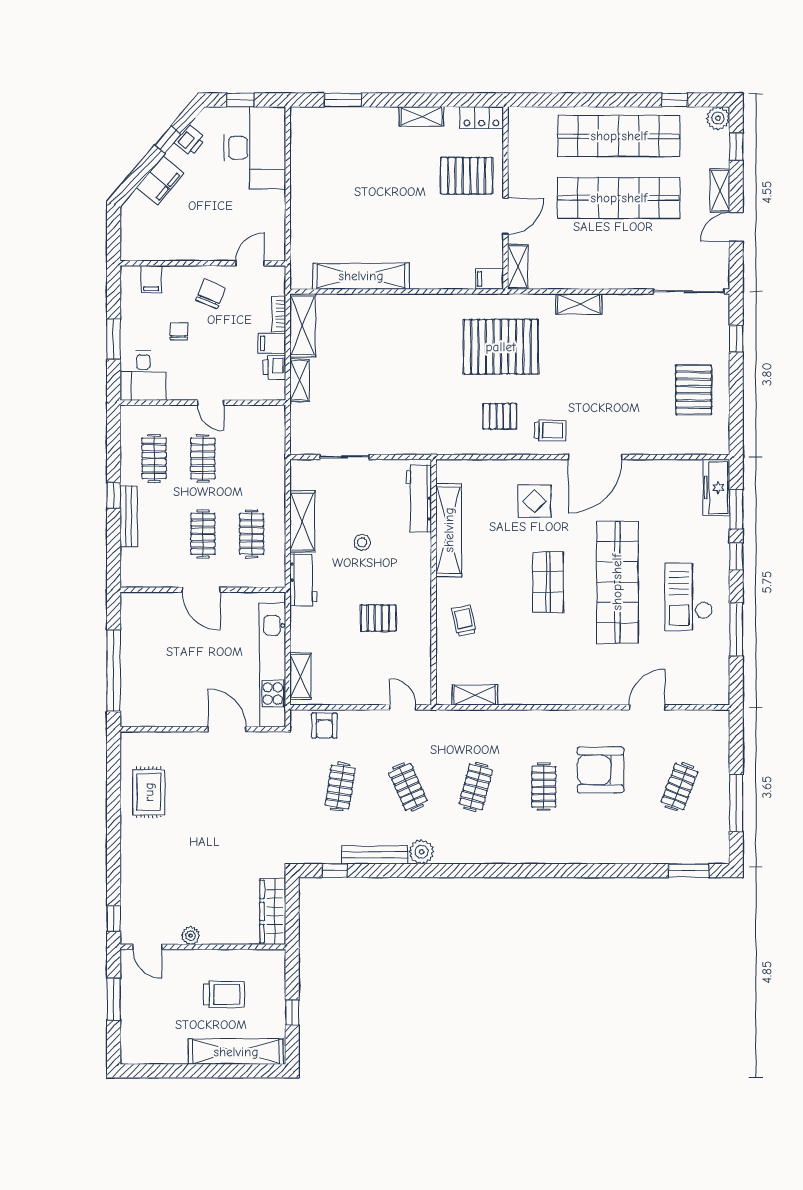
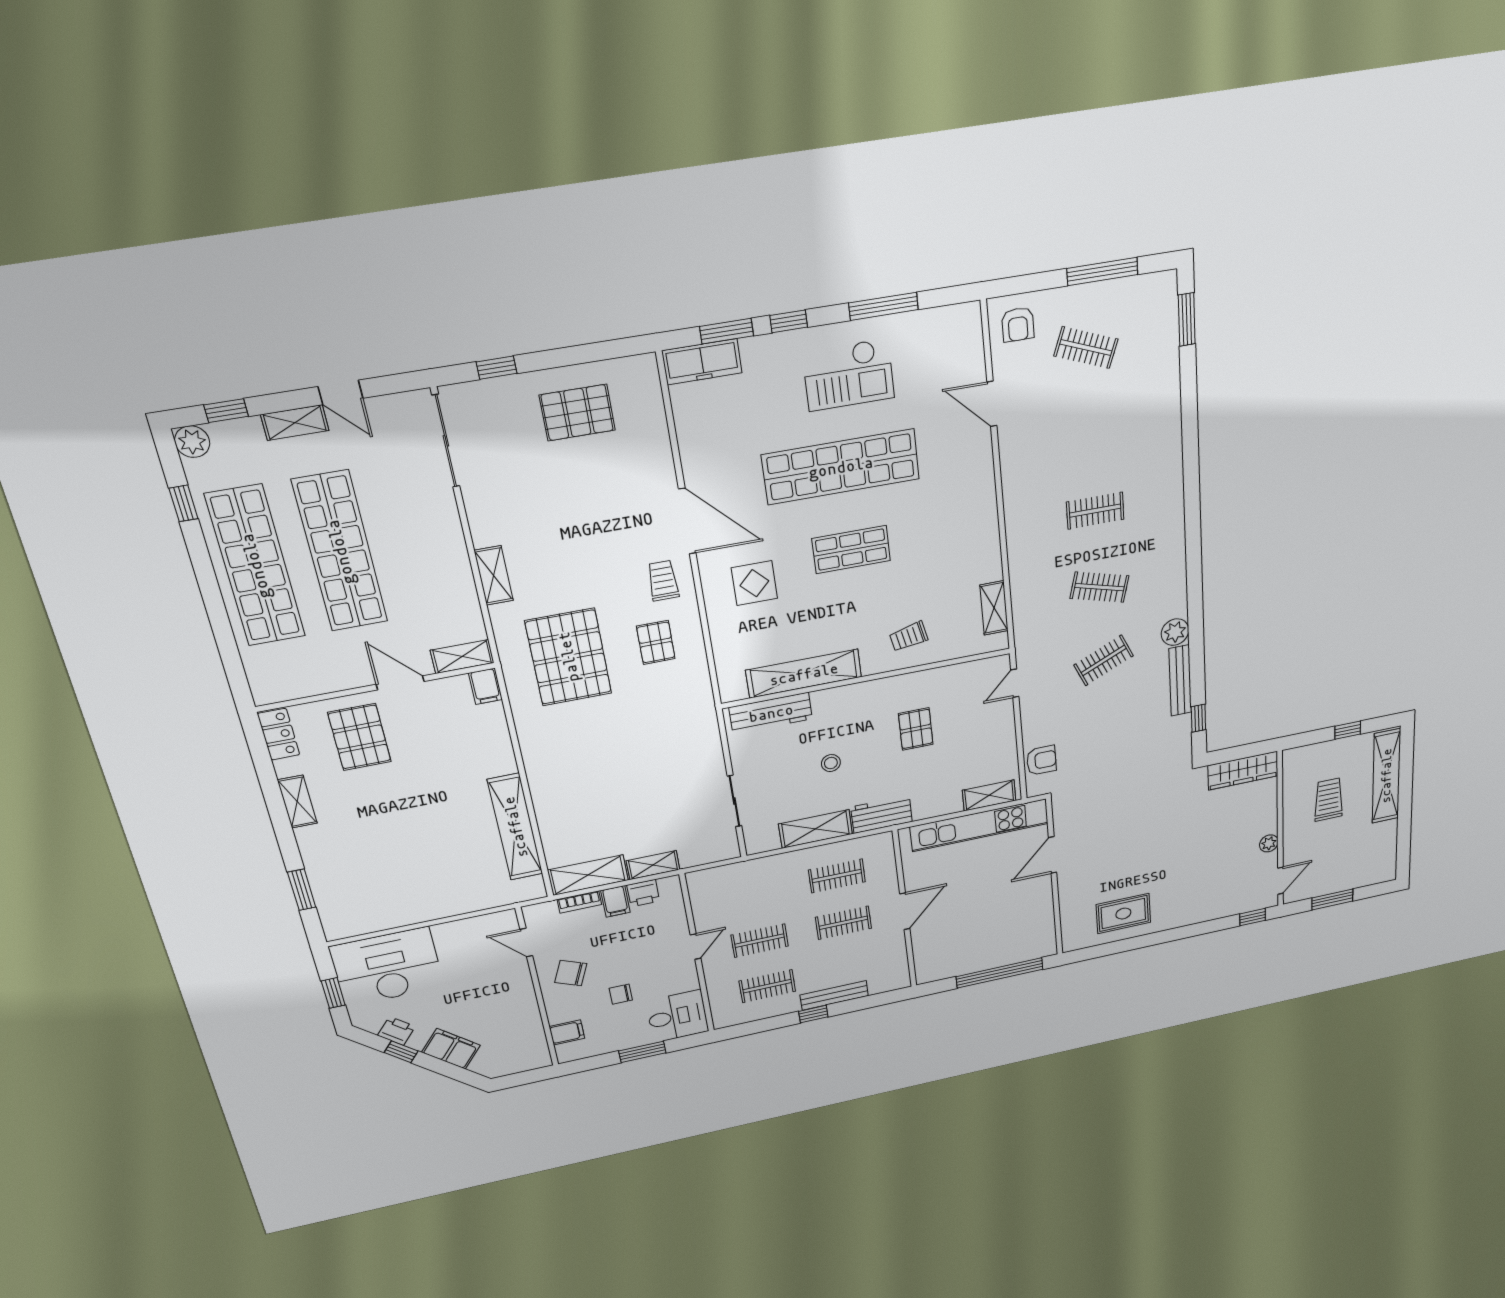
armchair: (600, 770) -> (1018, 325), moved, width x0.53, depth x0.53
clothes rail: (340, 787) -> (1108, 731), removed

